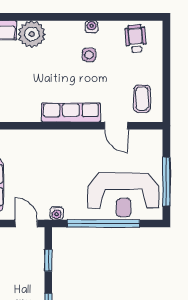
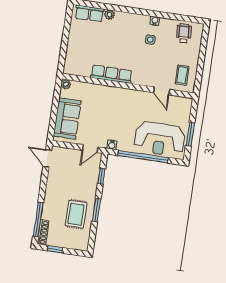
plant: (32, 34) -> (110, 15), width x0.53, depth x0.53
row of seats: (71, 112) -> (111, 74), moved
window: (166, 181) -> (190, 134), width x0.69
door: (26, 223) -> (90, 149), swing flipped

